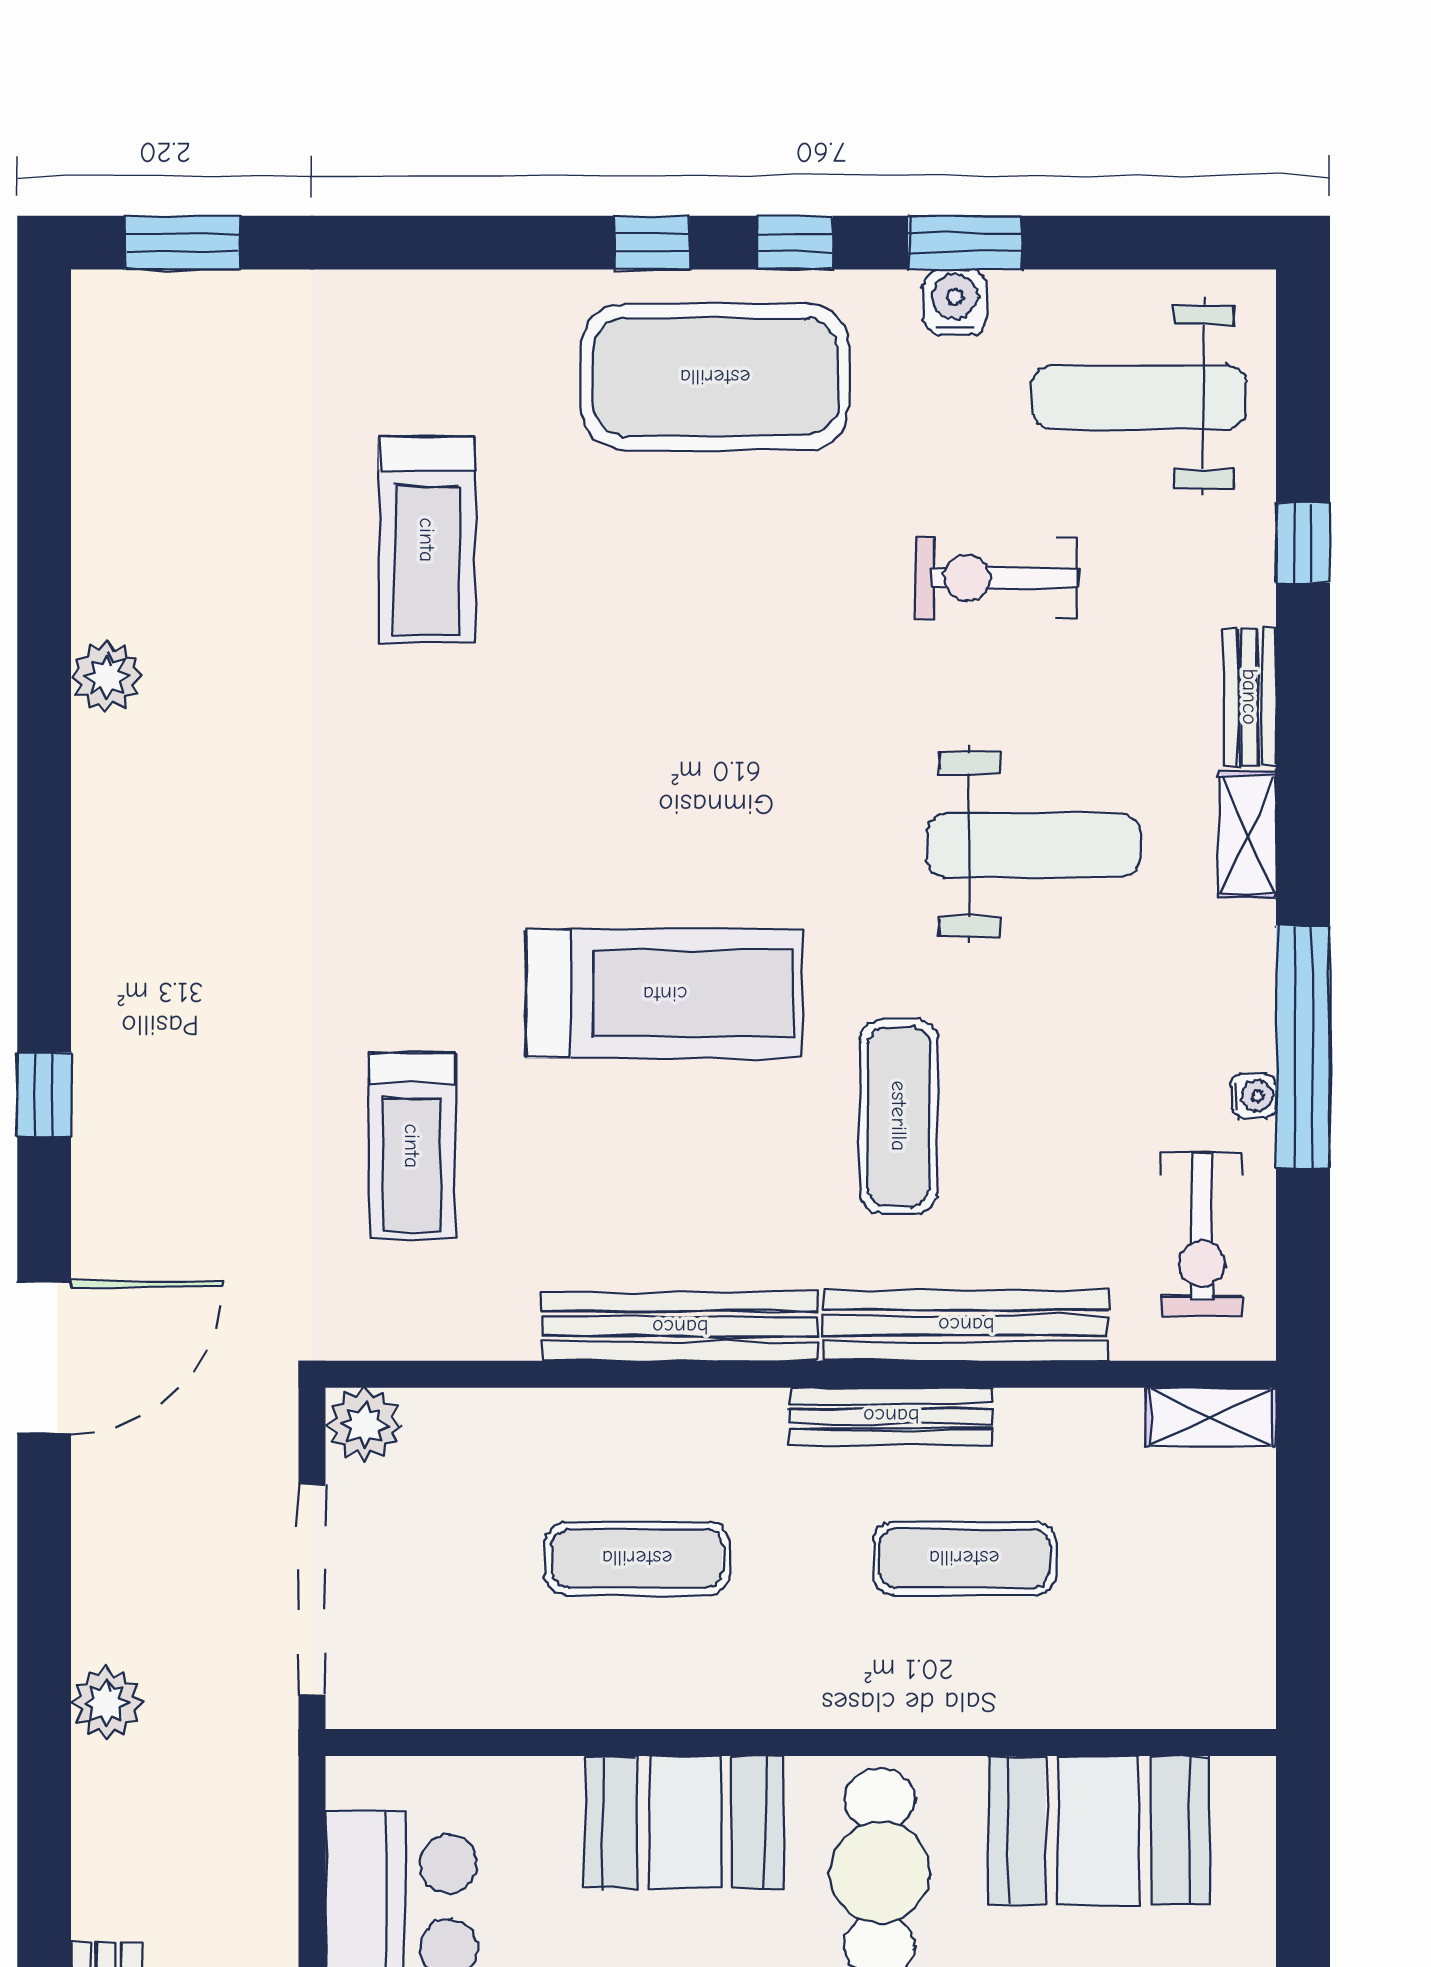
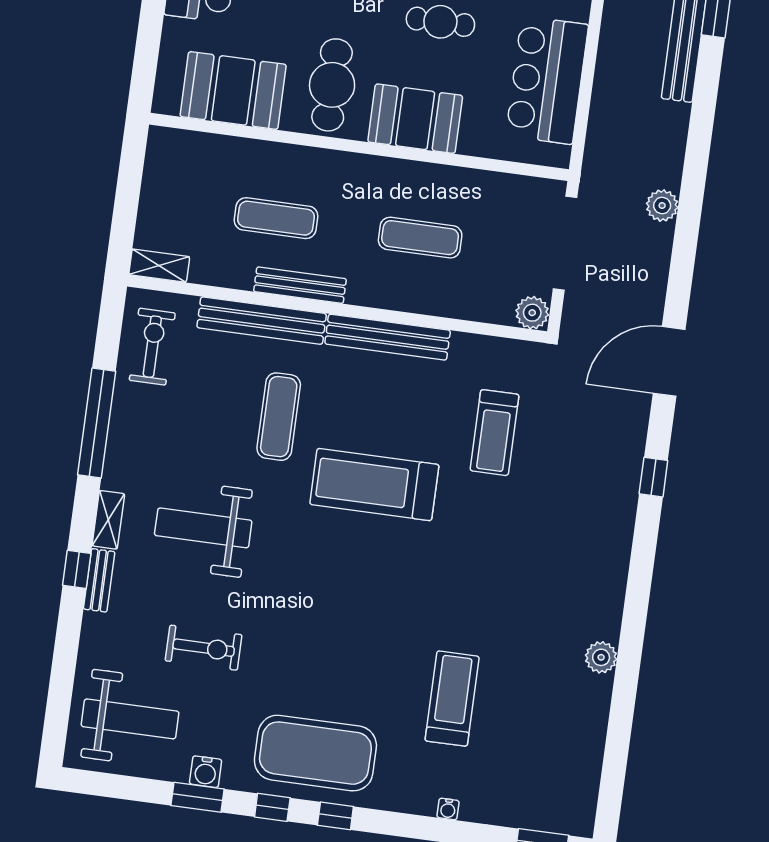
window: (1303, 543) -> (77, 569), moved
water cooler: (1254, 1096) -> (448, 809), moved, turned -90
treadmill: (412, 1146) -> (494, 433), turned 180

